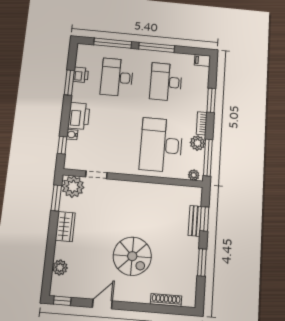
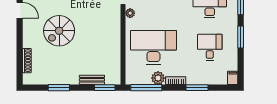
window: (157, 47) -> (241, 37), width x0.69
desk: (166, 82) -> (210, 47), width x0.73
plant: (194, 175) -> (130, 13), moved
window: (204, 219) -> (105, 88), moved

